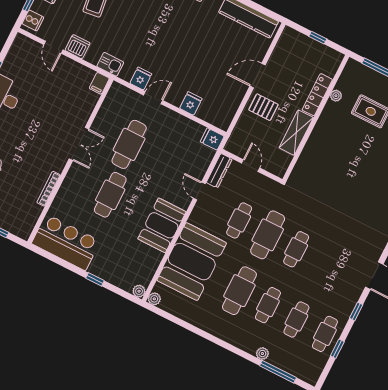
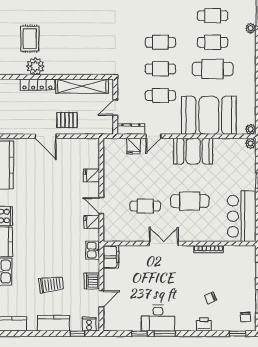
filing cabinet: (99, 83) -> (111, 257), width x2.00
plant: (336, 96) -> (35, 66), width x1.88, depth x1.88
pallet: (263, 107) -> (67, 120), turned 90
shelving: (296, 133) -> (82, 86), width x1.47
fridge: (212, 139) -> (134, 146), moved
cafe table: (129, 144) -> (145, 206), width x0.73, depth x0.74
cafe table: (268, 235) -> (160, 69), width x0.73, depth x0.74

